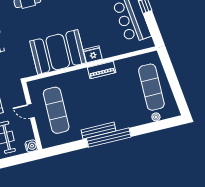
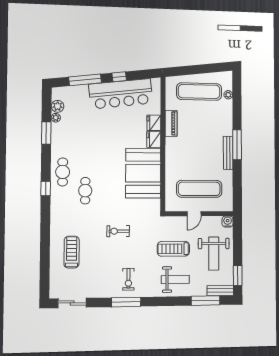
fridge: (109, 50) -> (154, 123), added
piano: (102, 70) -> (171, 123), moved
window: (109, 138) -> (237, 145), width x0.68

